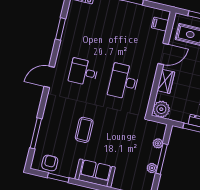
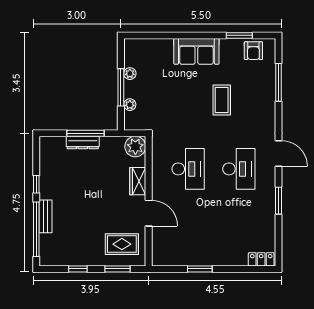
filing cabinet: (160, 24) -> (161, 248), removed
window: (61, 29) -> (278, 201), moved
door: (163, 54) -> (149, 213), swing flipped
desk: (83, 72) -> (239, 169), width x1.37
door: (49, 77) -> (278, 153), hinge flipped

